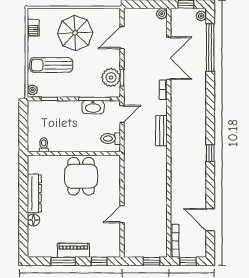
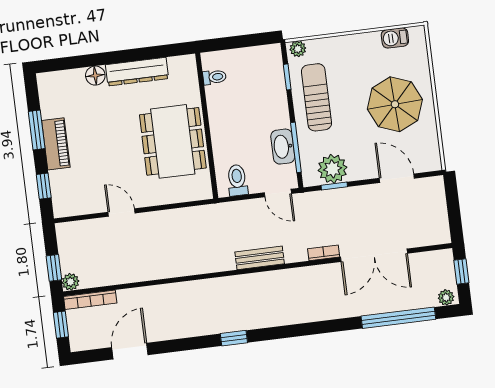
plant: (162, 14) -> (70, 282), moved
sun lounger: (51, 65) -> (317, 97), moved
dining table: (81, 176) -> (173, 141), width x1.38

